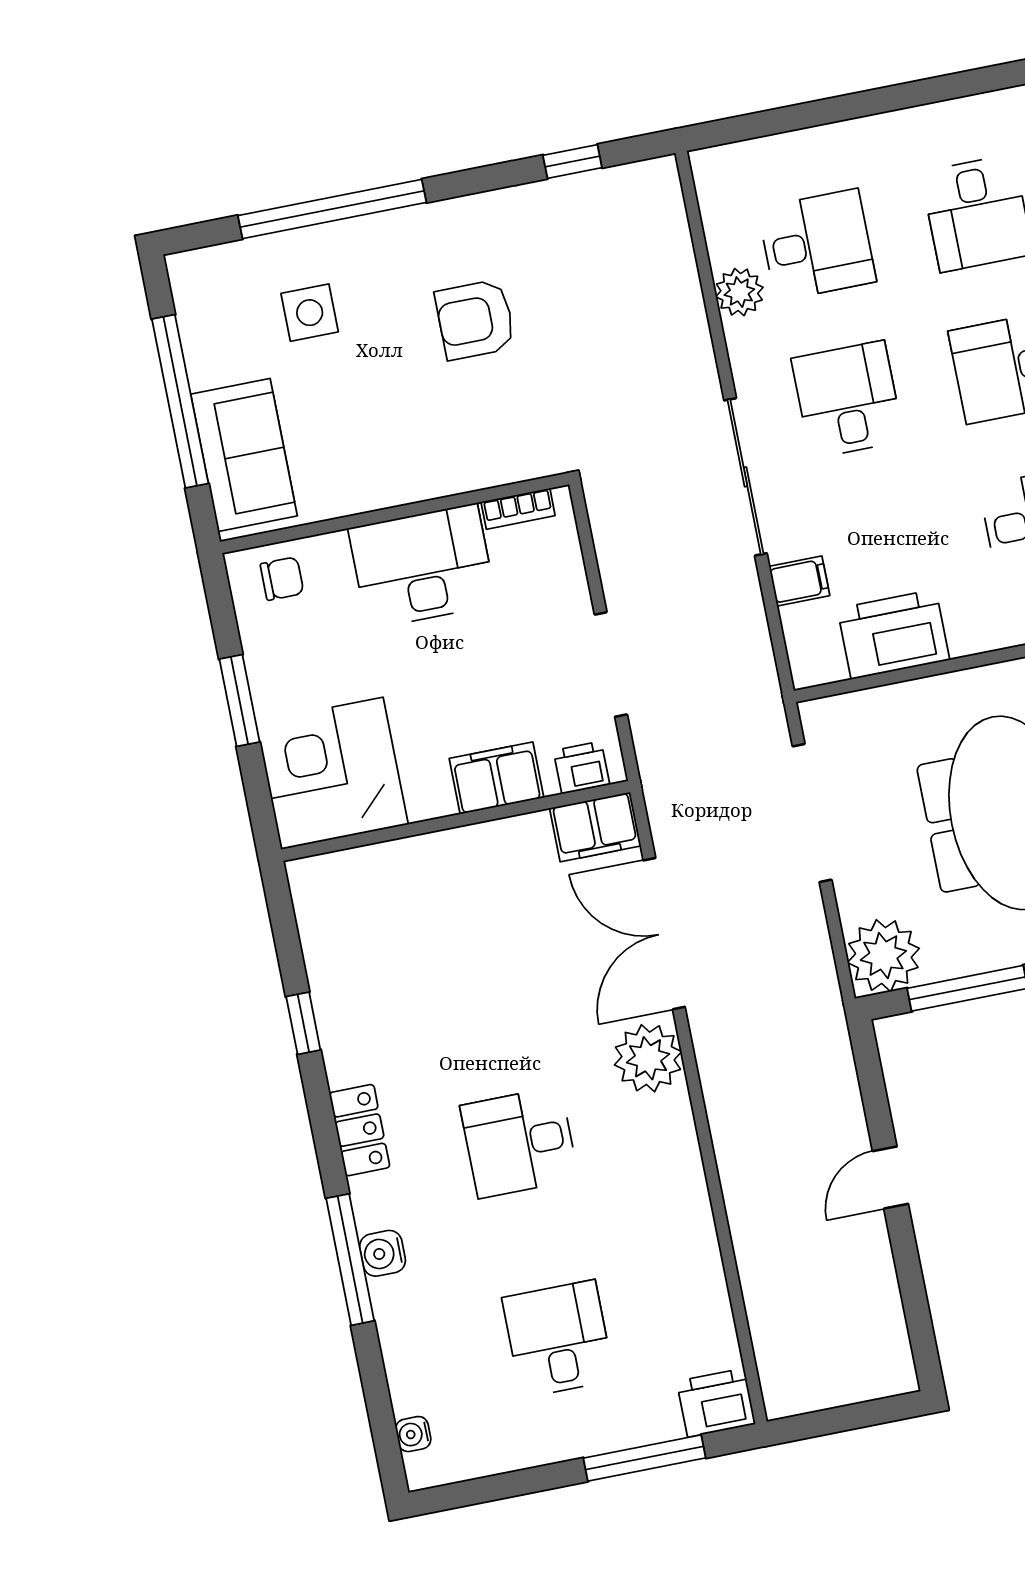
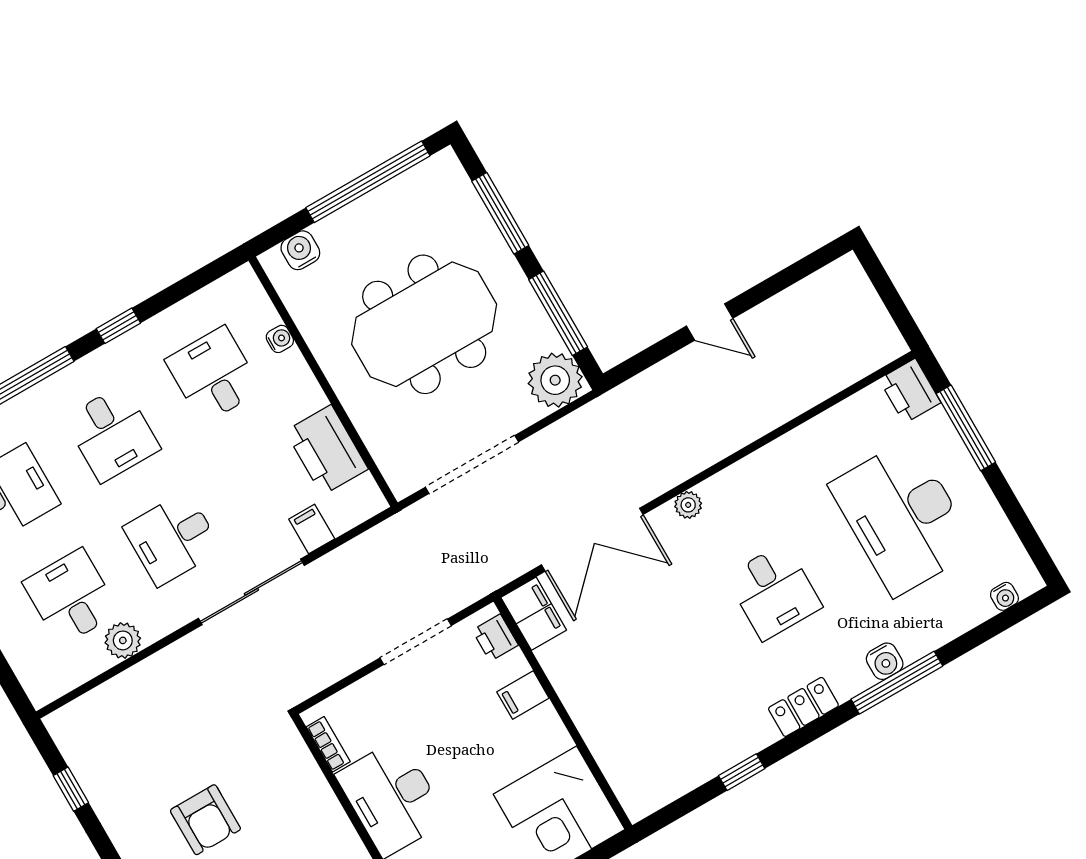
filing cabinet: (496, 778) -> (523, 695), width x0.50
plant: (648, 1058) -> (688, 505), width x0.53, depth x0.53
desk: (558, 1339) -> (903, 517), width x1.87, depth x1.30

